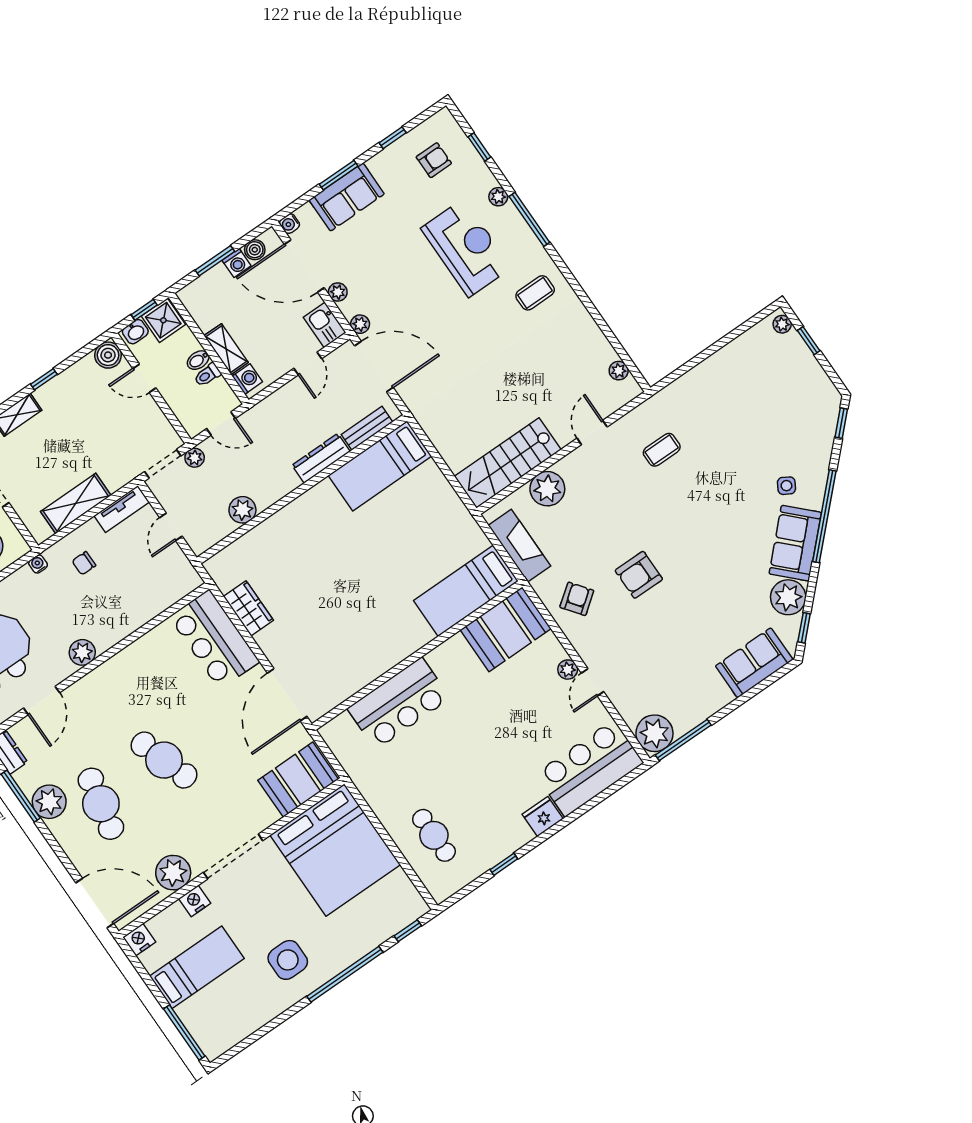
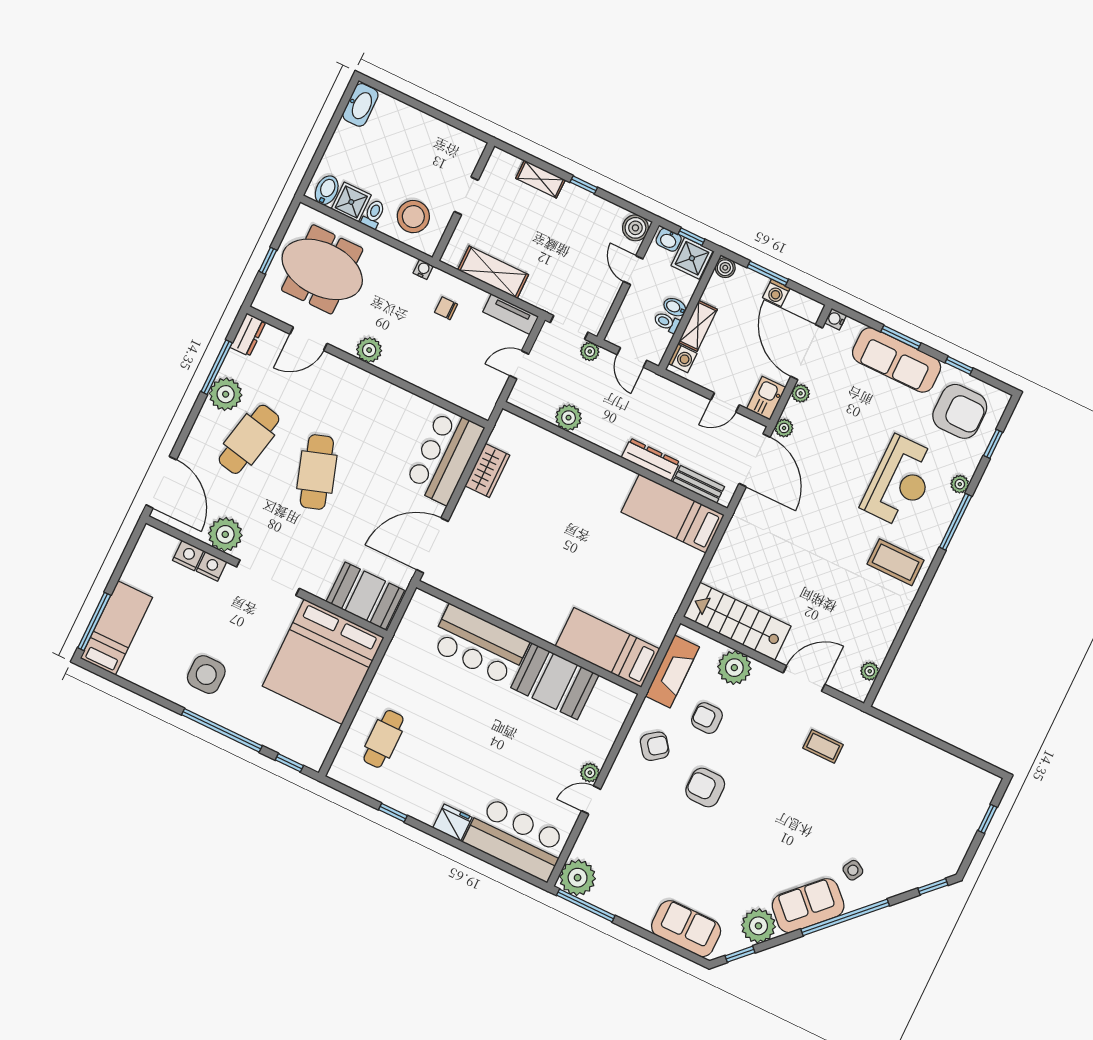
armchair: (434, 160) -> (960, 411), width x1.88, depth x1.88
sofa: (347, 197) -> (897, 360), width x1.36
boiler: (255, 250) -> (725, 268), moved
coffee table: (535, 293) -> (896, 562), width x1.36, depth x1.30
plant: (782, 324) -> (989, 788), removed
door: (592, 432) -> (804, 679), width x1.37
armchair: (578, 538) -> (707, 718), added
booth: (506, 629) -> (555, 681), moved
nightstand: (139, 940) -> (188, 555), moved
bed: (197, 967) -> (116, 628), moved, turned -90

